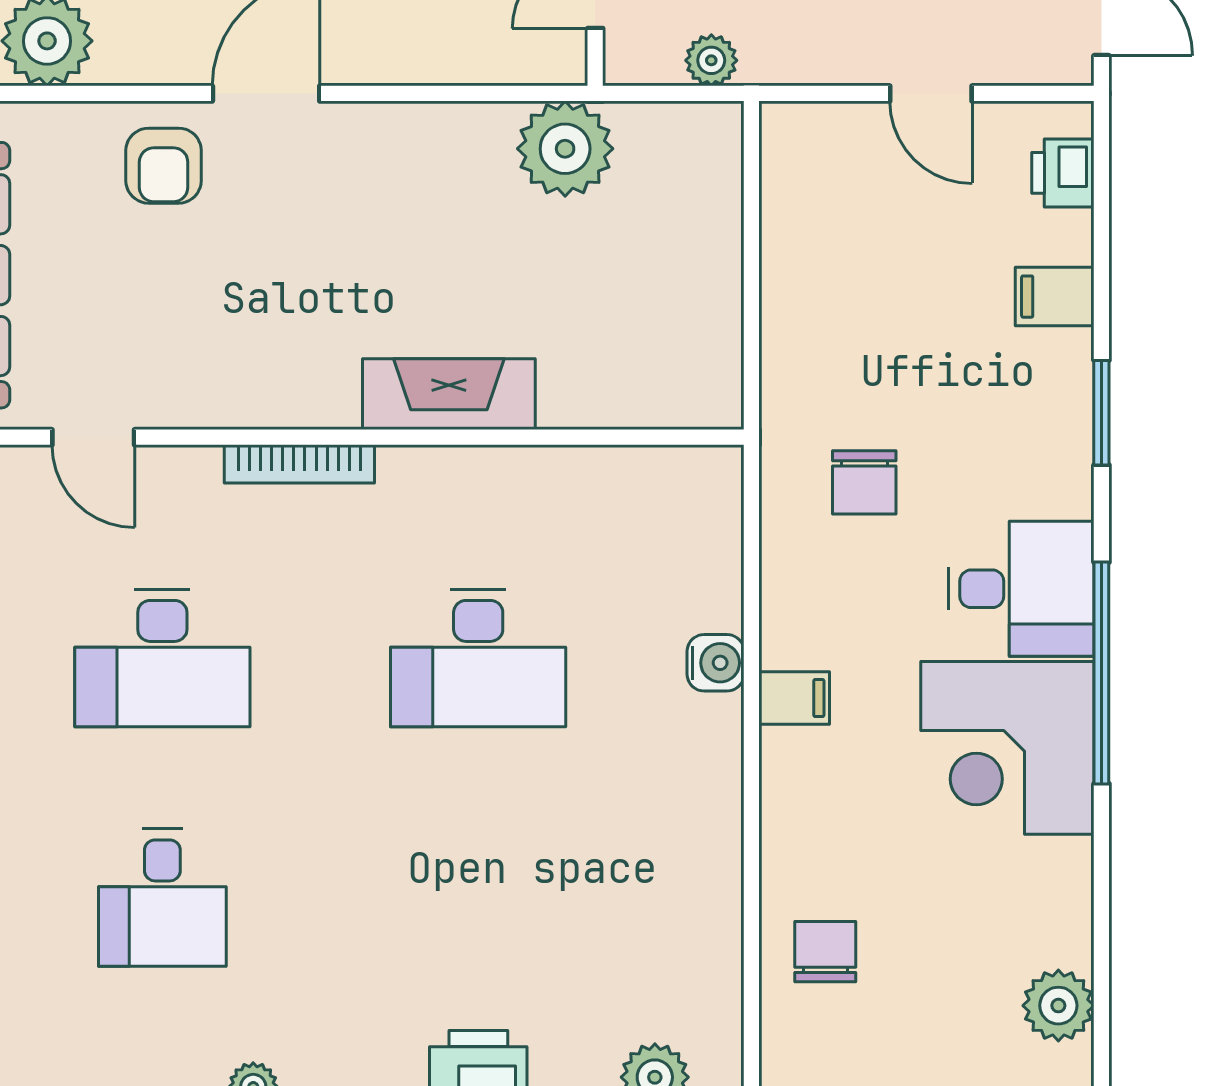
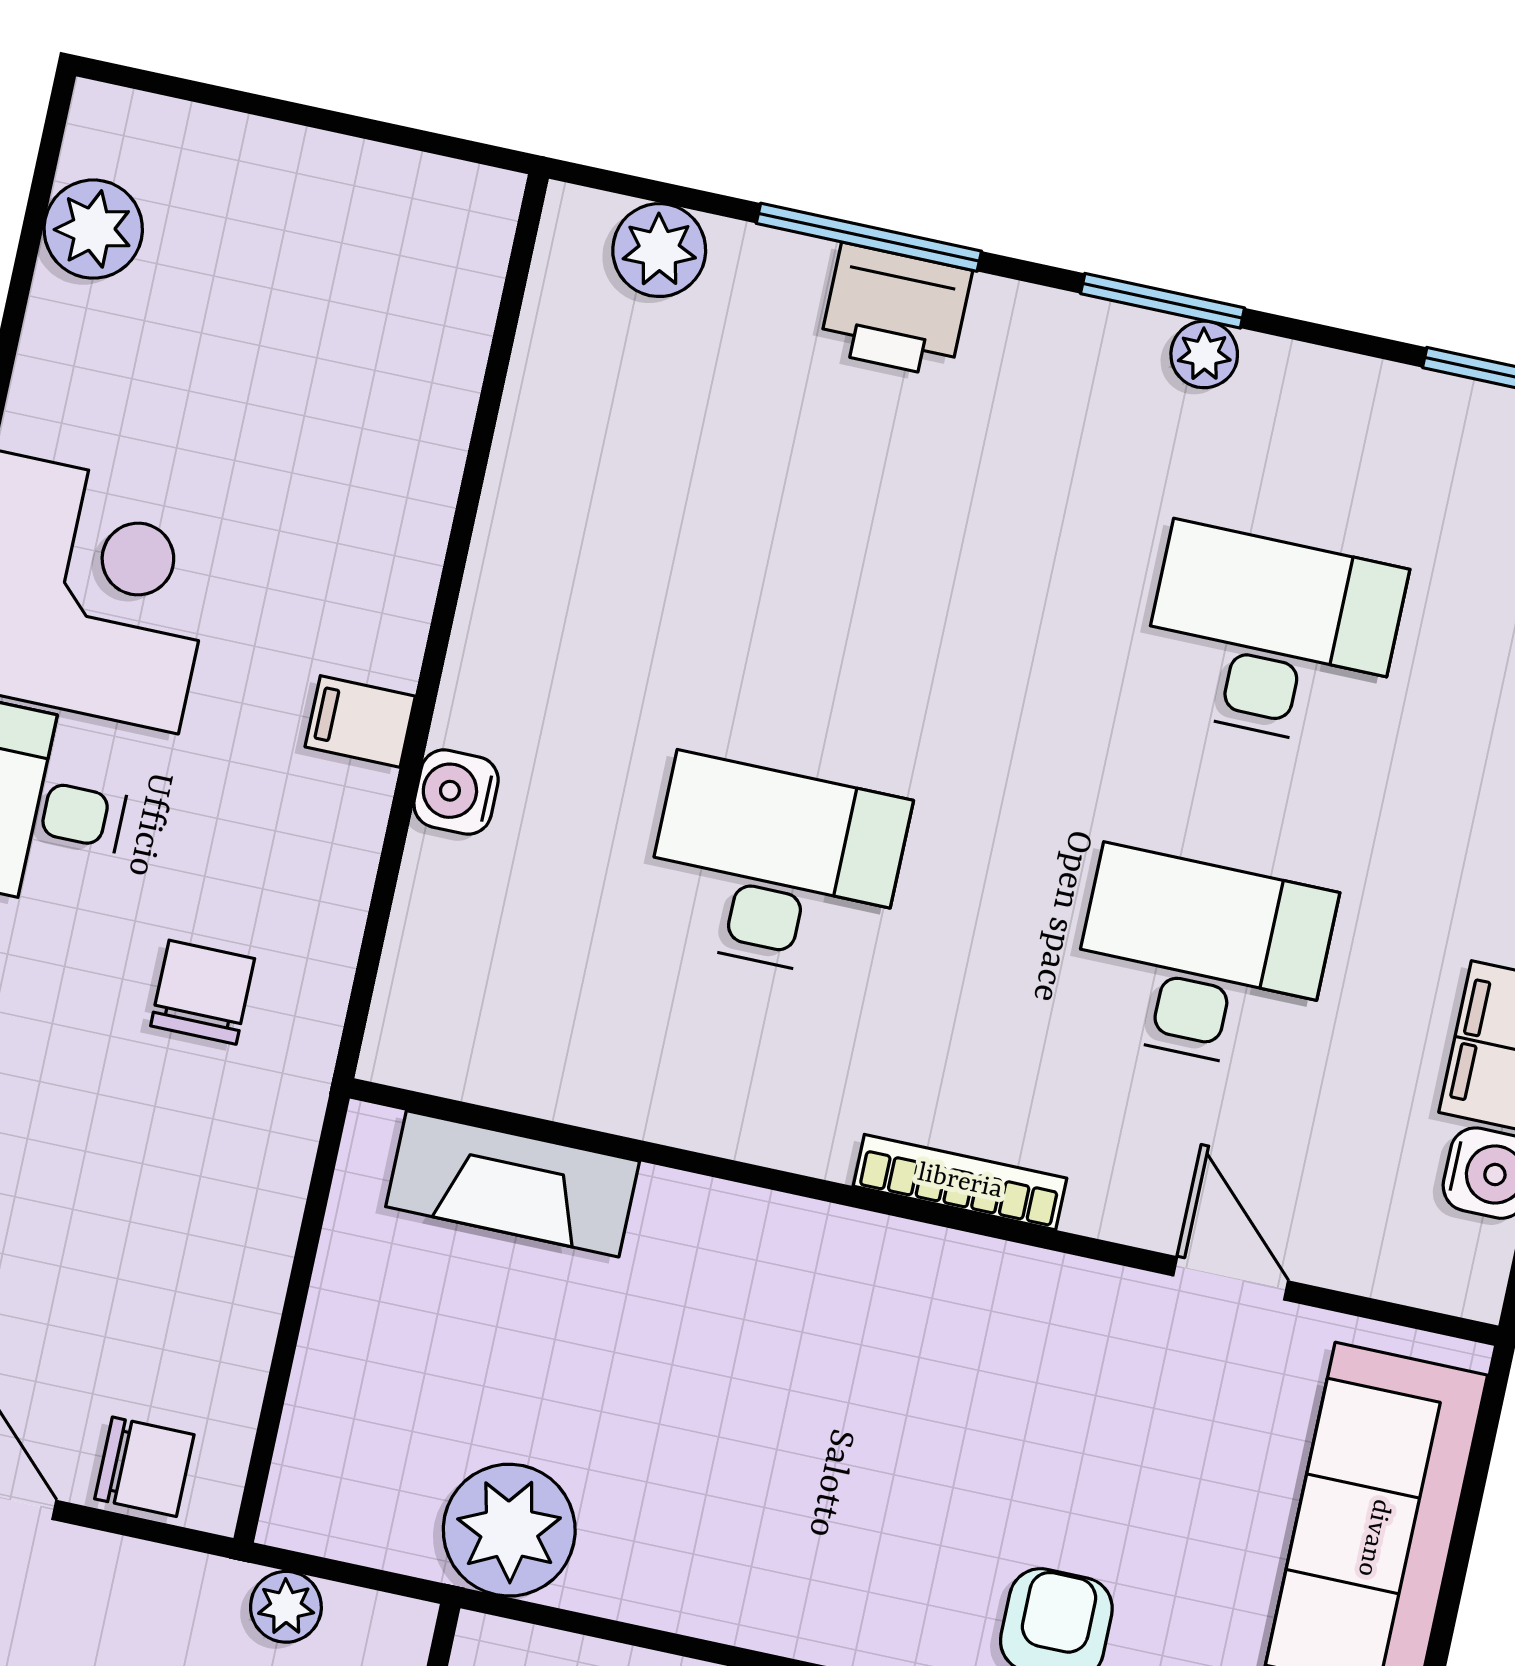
fireplace: (449, 394) -> (513, 1184), moved
desk: (162, 898) -> (1272, 637), width x1.37
chair: (825, 952) -> (144, 1467), moved, turned -90

